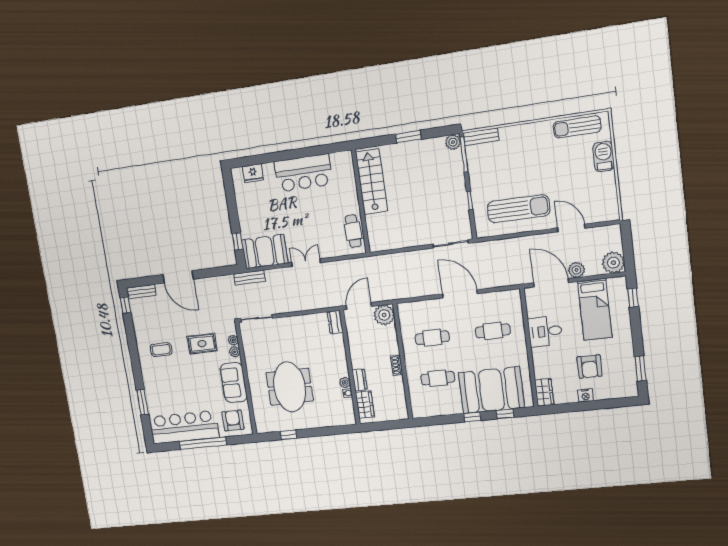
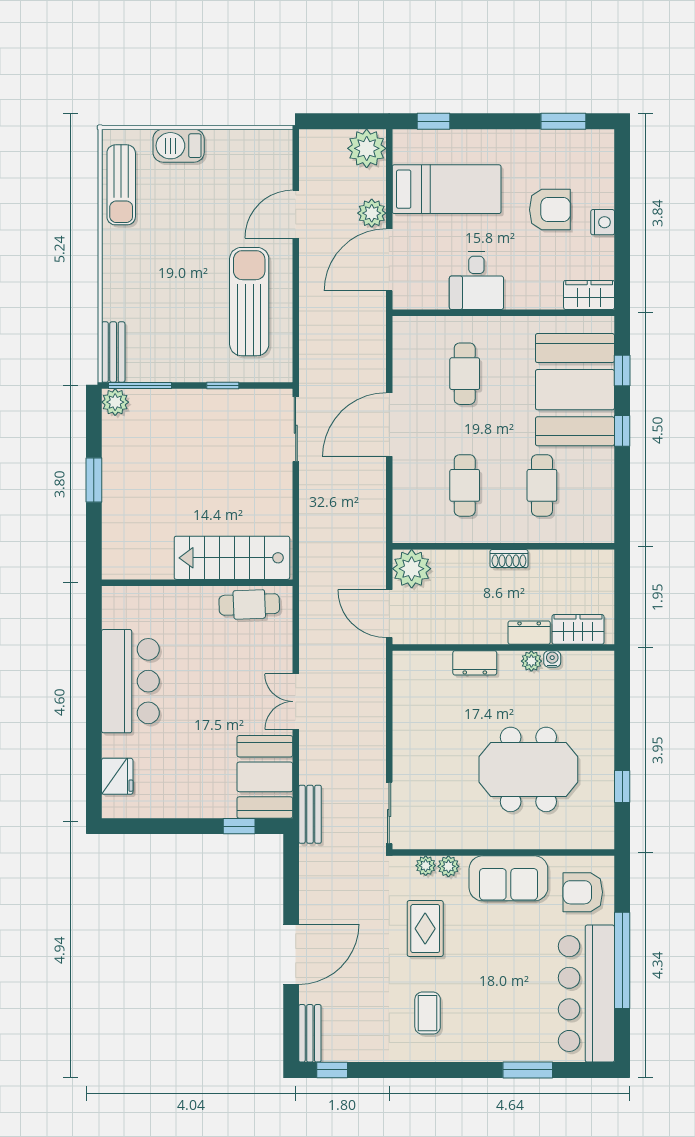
stairs: (371, 182) -> (232, 558), moved
dresser: (335, 322) -> (475, 663), moved

